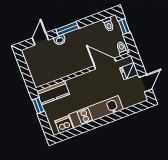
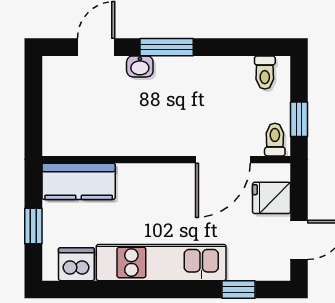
window: (124, 27) -> (299, 119), moved
door: (105, 64) -> (223, 160), swing flipped
window: (38, 106) -> (33, 226), moved
window: (130, 111) -> (239, 289), added

